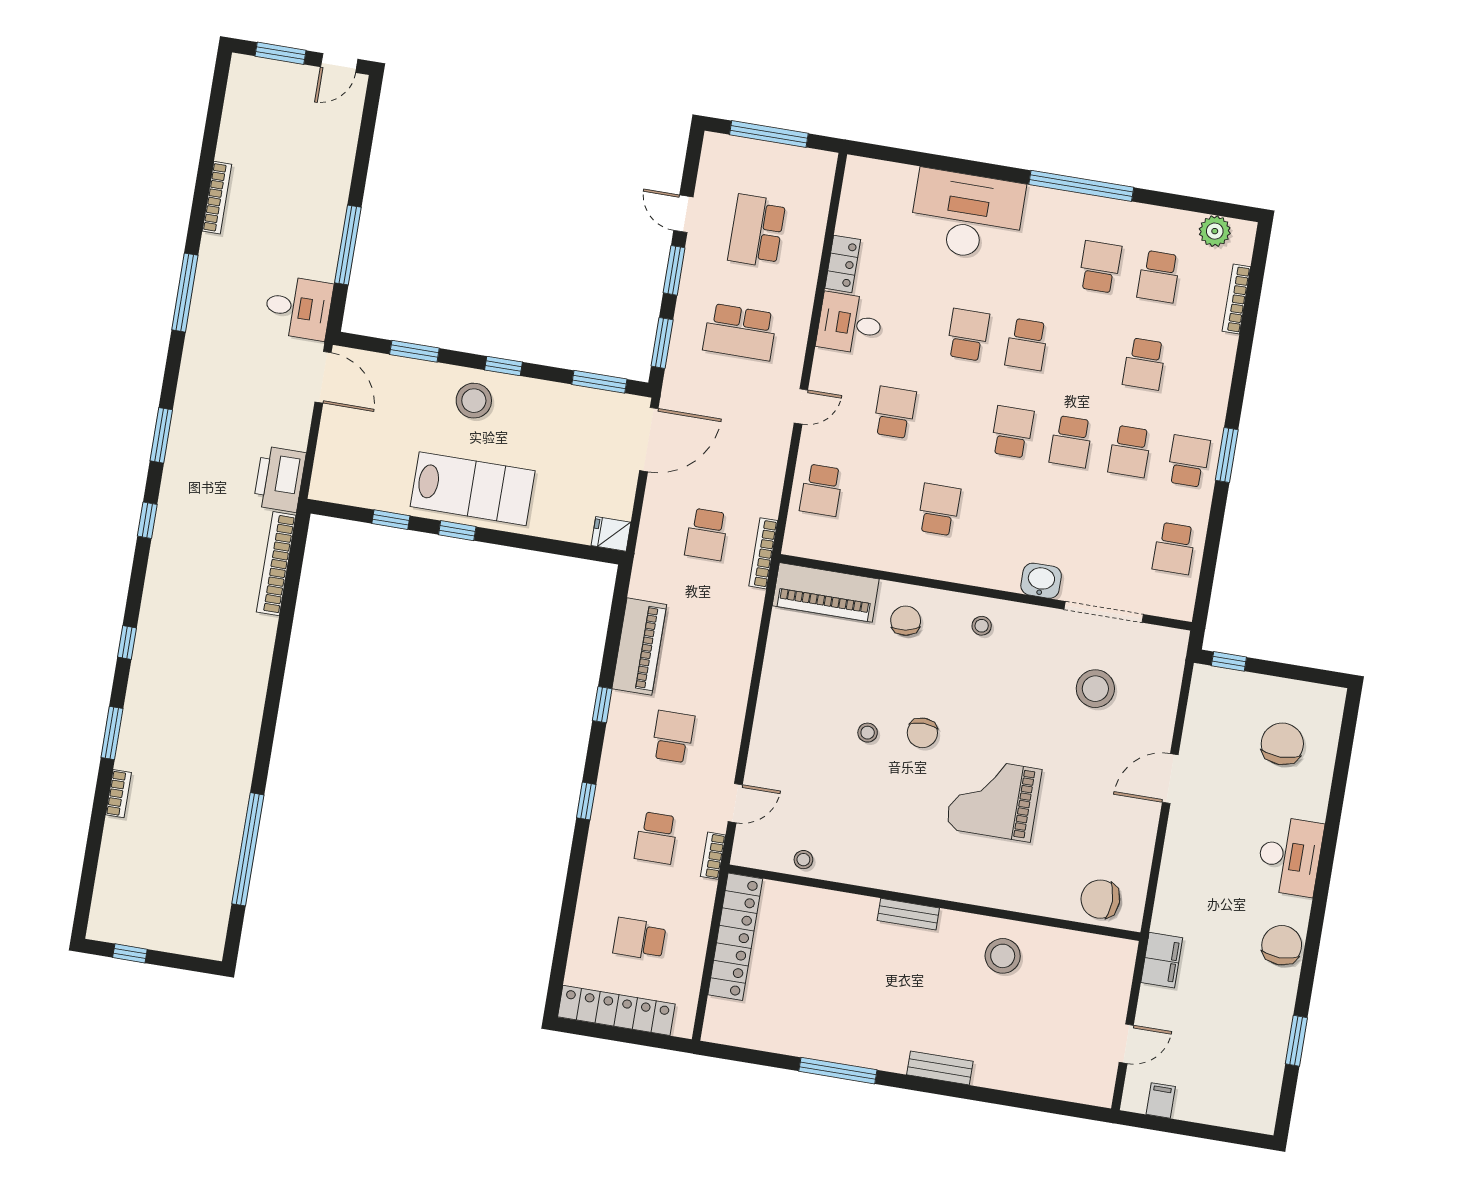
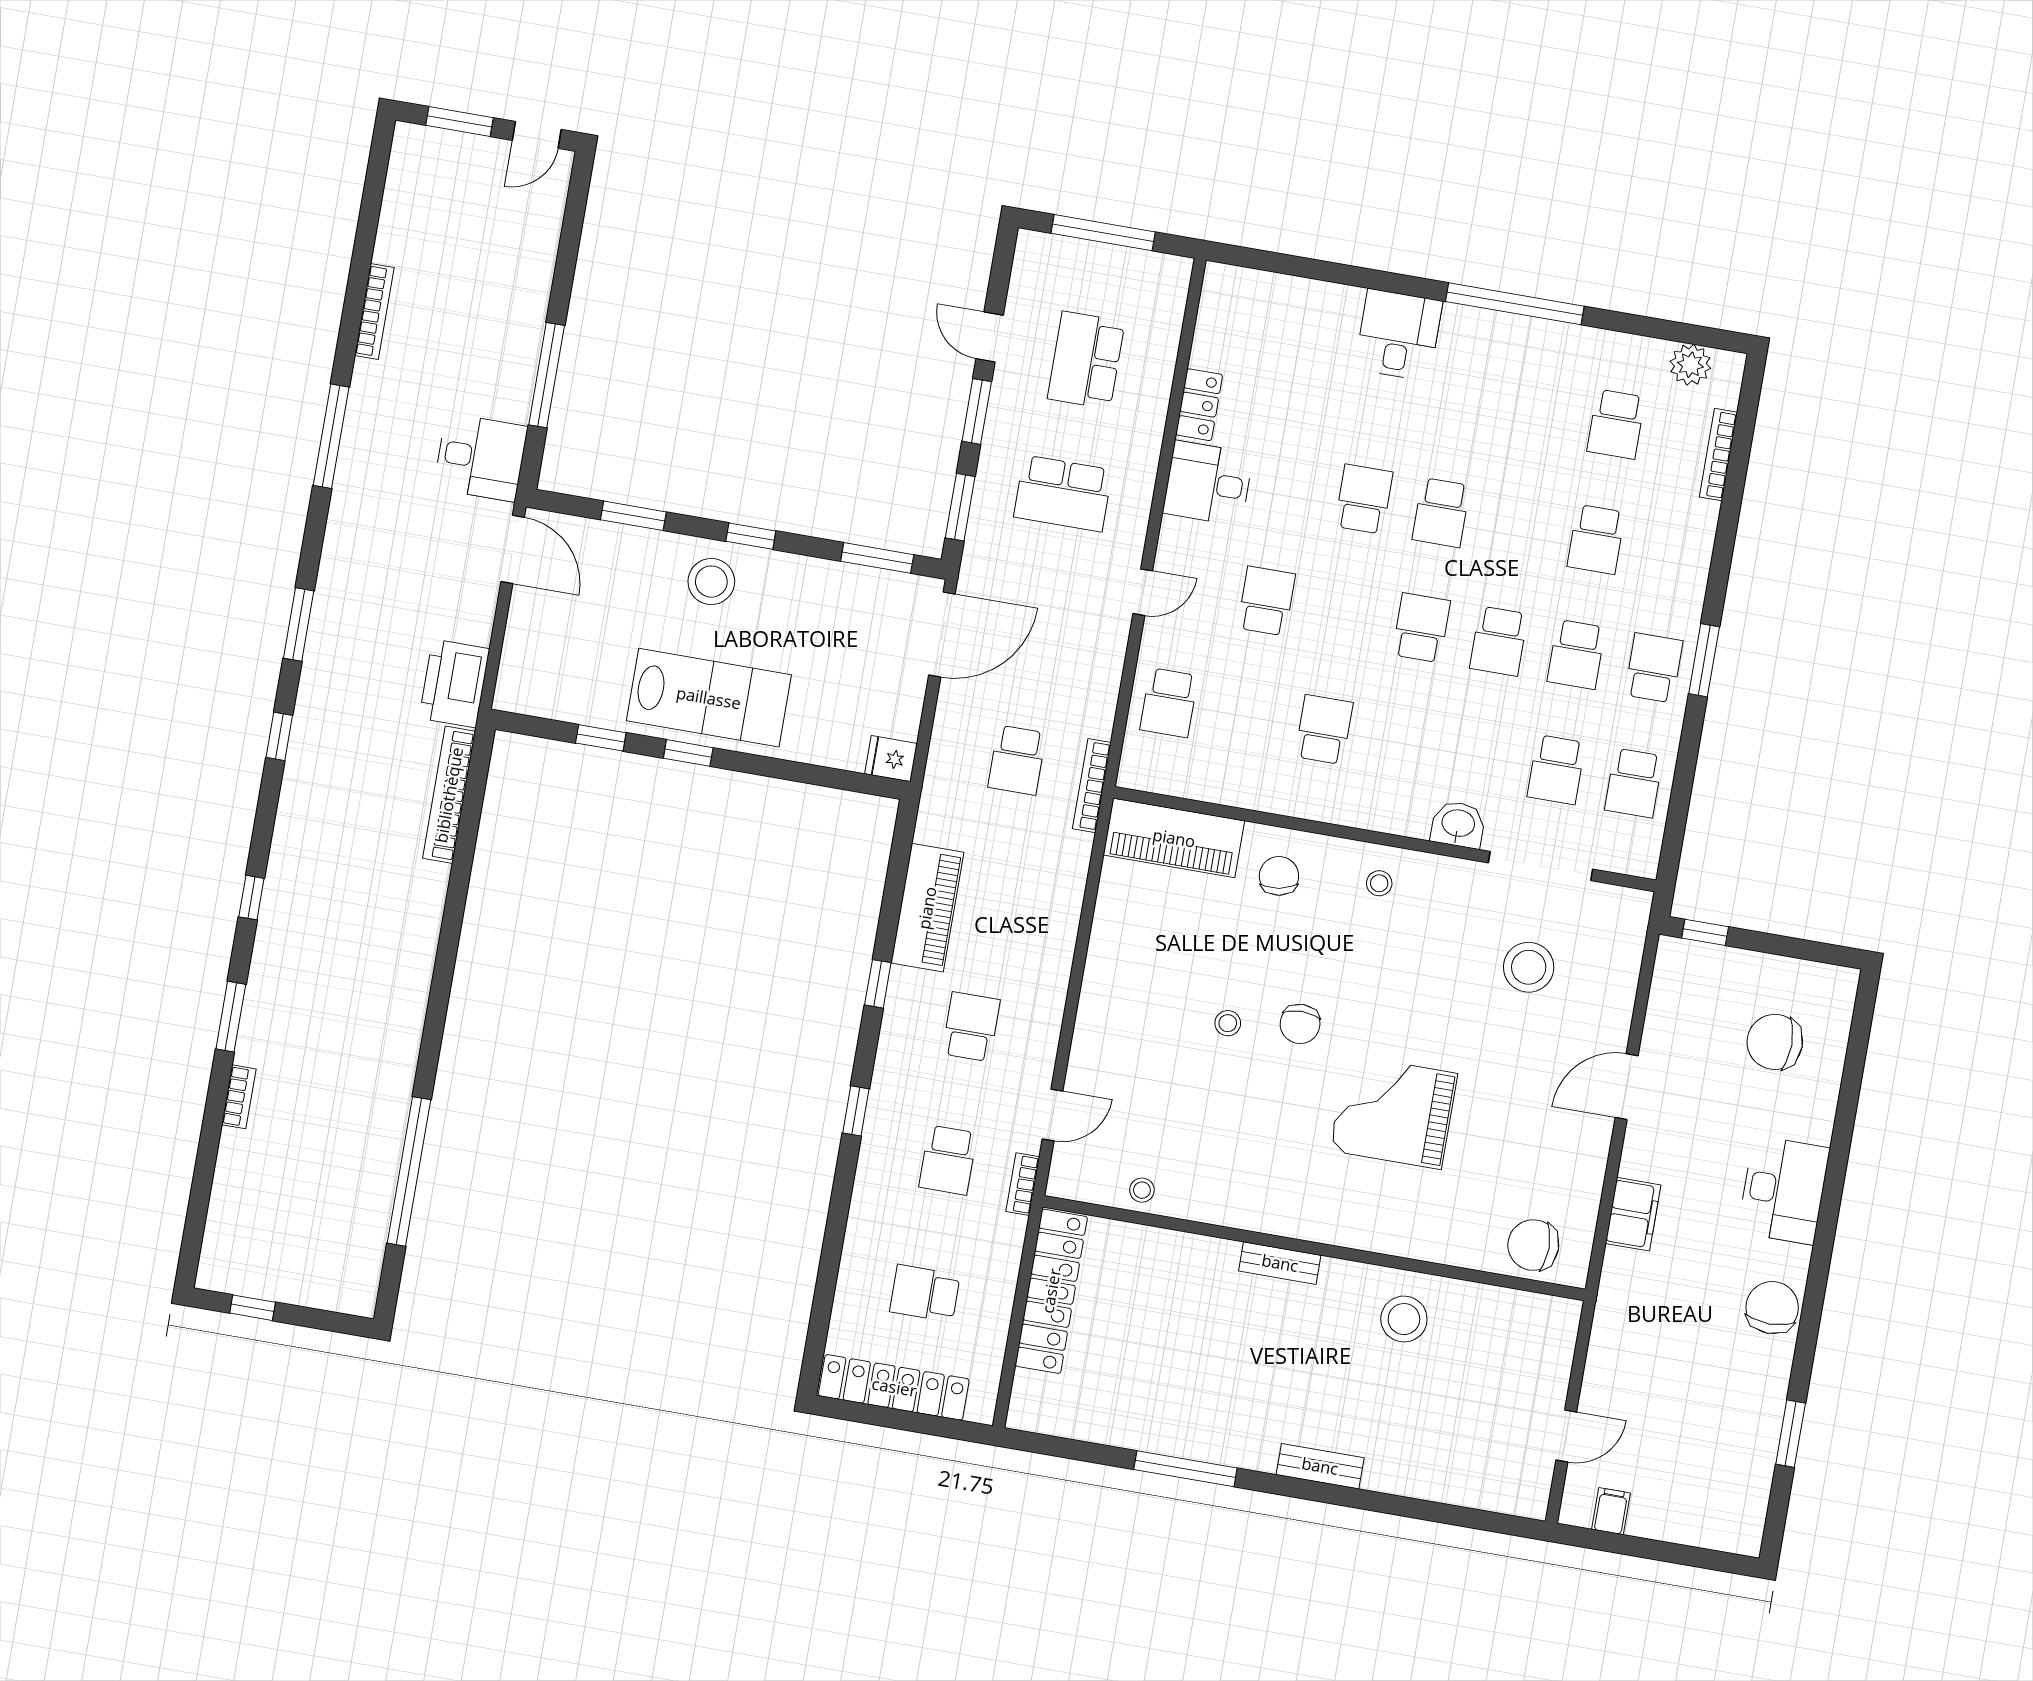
desk: (967, 215) -> (1398, 335), width x0.53, depth x0.77
school desk: (1100, 267) -> (1556, 770), moved, turned 180
chair: (1282, 744) -> (1775, 1042), turned -90
filing cabinet: (1162, 960) -> (1633, 1214), moved

